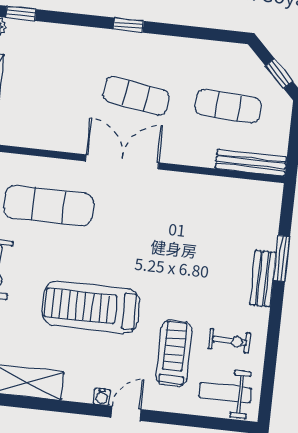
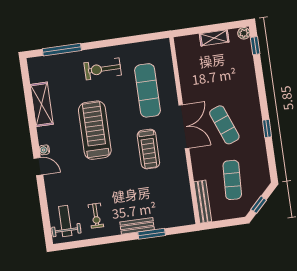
window: (129, 25) -> (267, 128), moved
exercise mat: (136, 96) -> (224, 125), turned -30
treadmill: (174, 353) -> (148, 149), moved, turned 90

